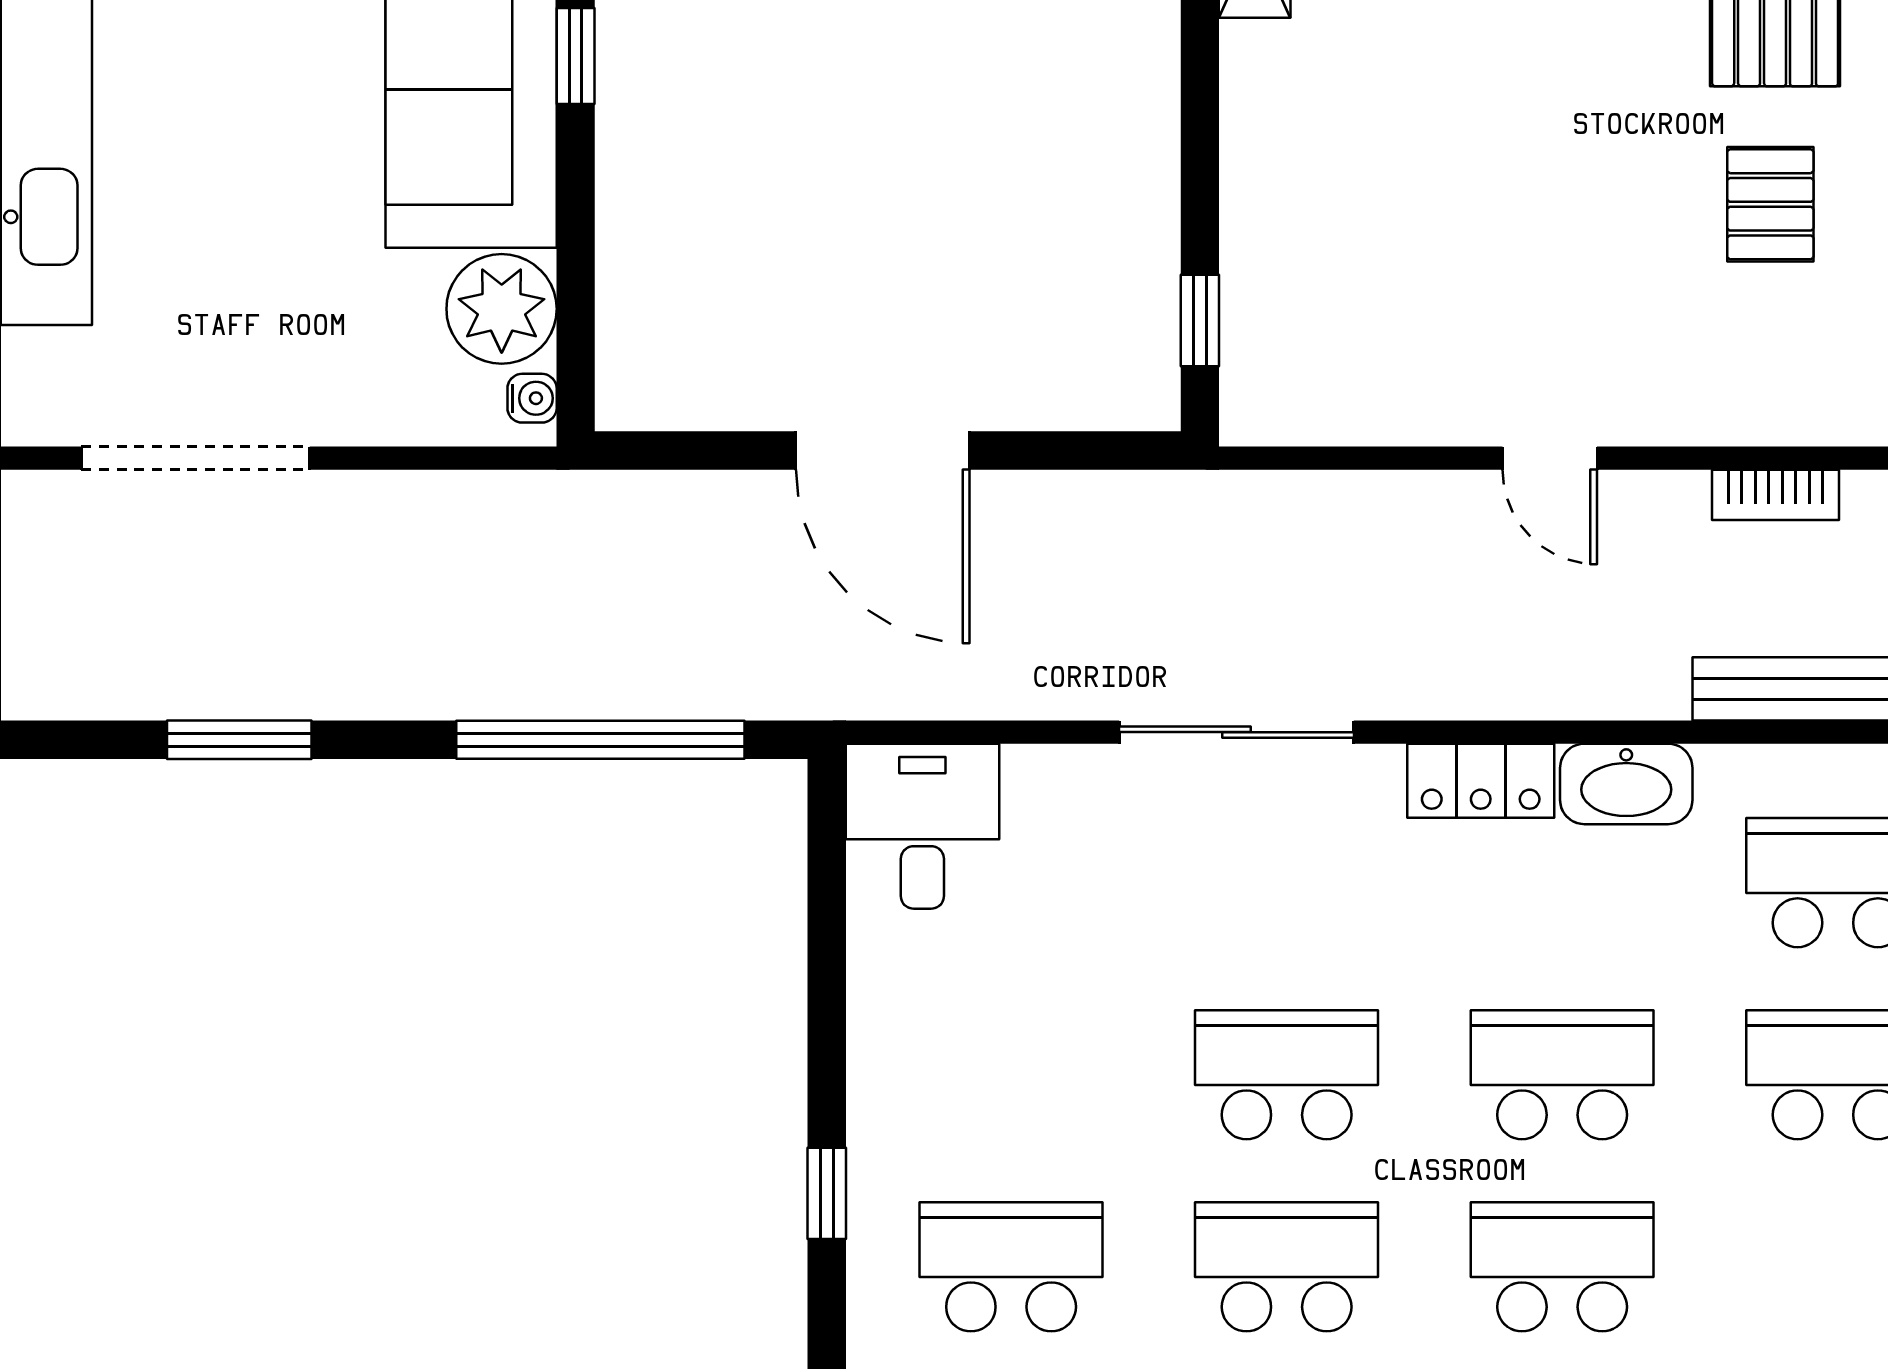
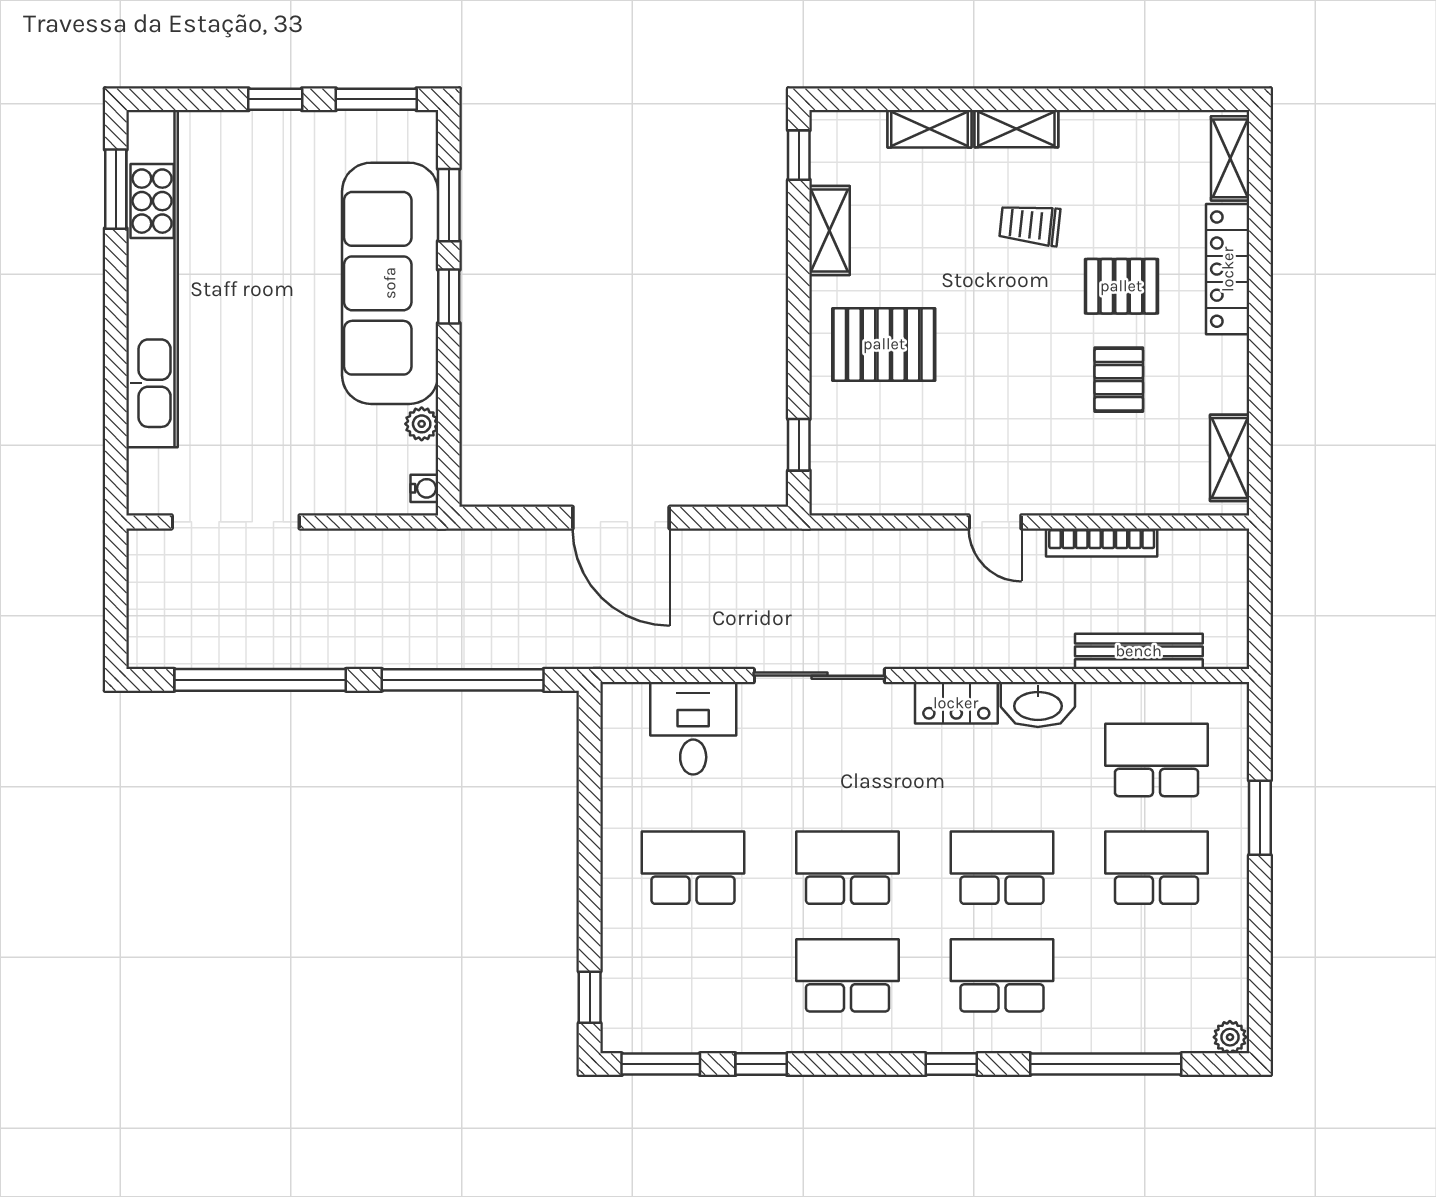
pallet: (1351, 142) -> (884, 344), added
plant: (502, 309) -> (422, 424), width x0.53, depth x0.53
bookcase: (1775, 495) -> (1102, 543), width x1.56
window: (239, 740) -> (260, 680), width x2.11
desk: (922, 826) -> (693, 728), moved
window: (827, 1193) -> (590, 997), moved
school desk: (1011, 1267) -> (693, 868), moved

